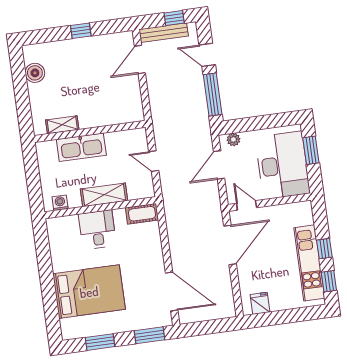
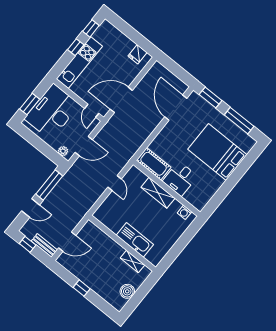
bench: (164, 33) -> (44, 245), width x0.73
door: (207, 55) -> (31, 208), hinge flipped
shelving: (62, 125) -> (132, 261), moved
wall: (90, 131) -> (122, 243), moved
kitchen sink: (81, 147) -> (135, 240), moved
cot: (142, 214) -> (154, 164), width x1.37, depth x1.34
kitchen unit: (309, 263) -> (79, 62), moved
window: (100, 342) -> (239, 121), width x1.44

